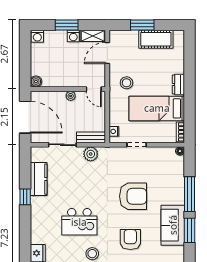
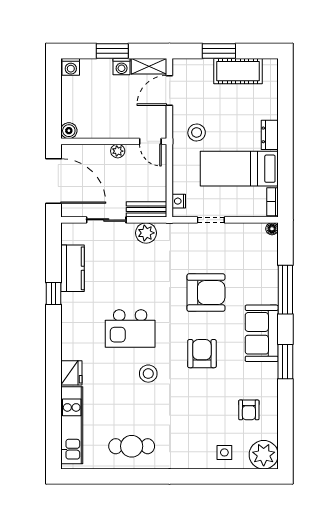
window: (189, 230) -> (285, 362), moved

